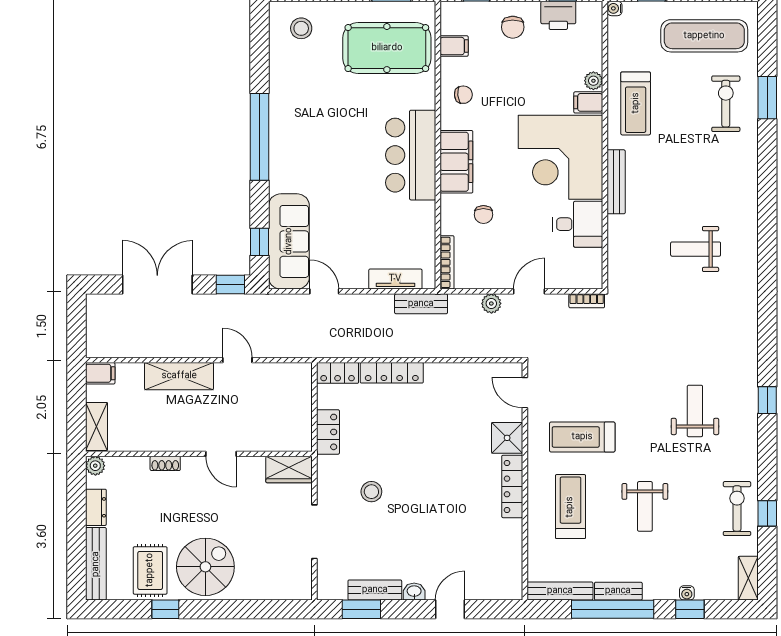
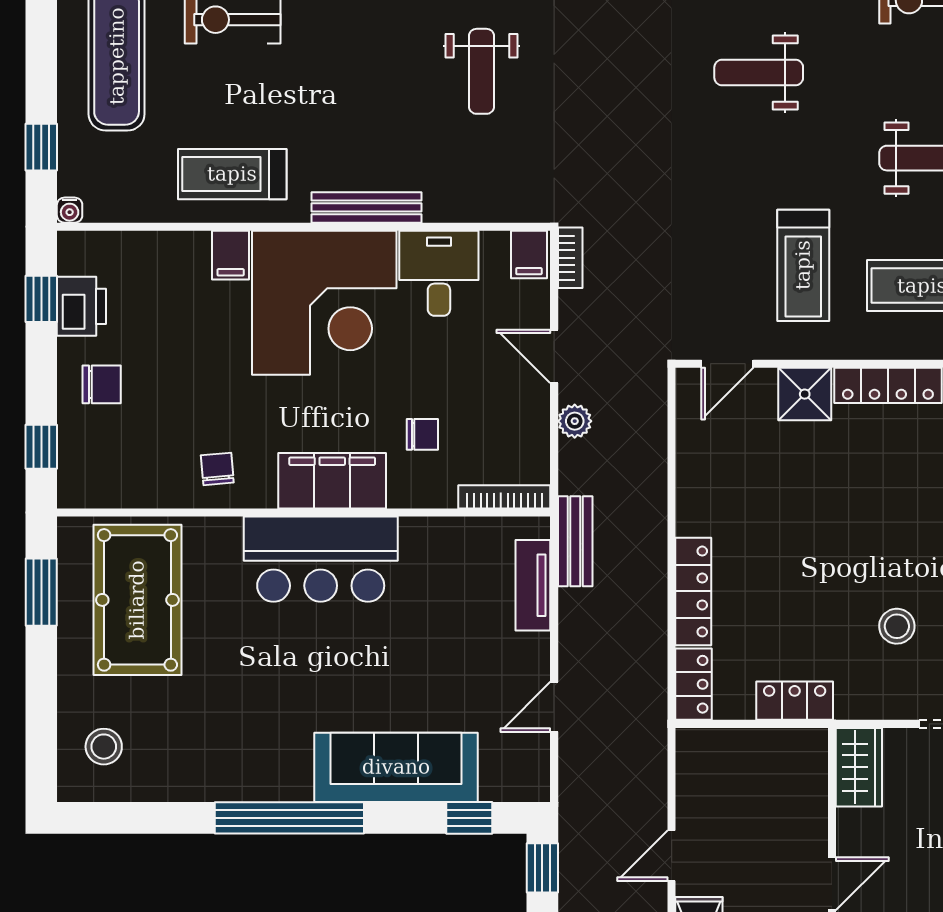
filing cabinet: (454, 46) -> (529, 254), moved, turned 180
plant: (593, 81) -> (193, 246), removed
treadmill: (636, 103) -> (232, 174), turned 180
sofa: (289, 241) -> (396, 767), moved

